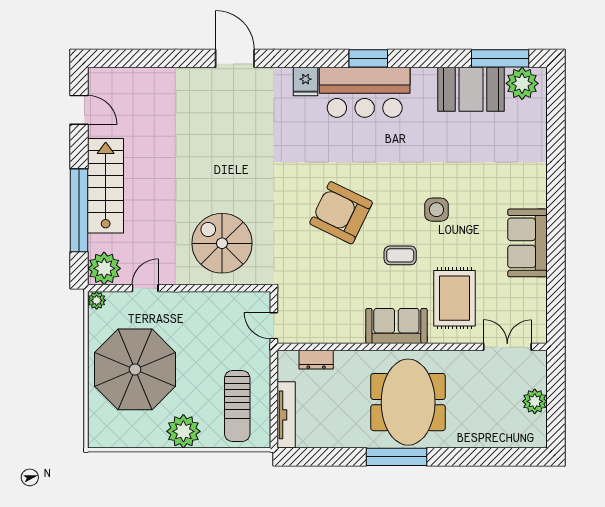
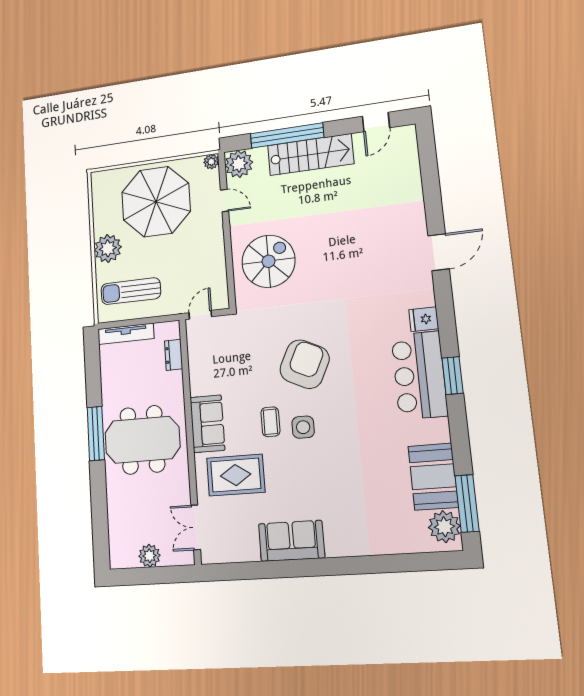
side table: (436, 210) -> (303, 427), moved
double door: (507, 347) -> (196, 527), swing flipped

